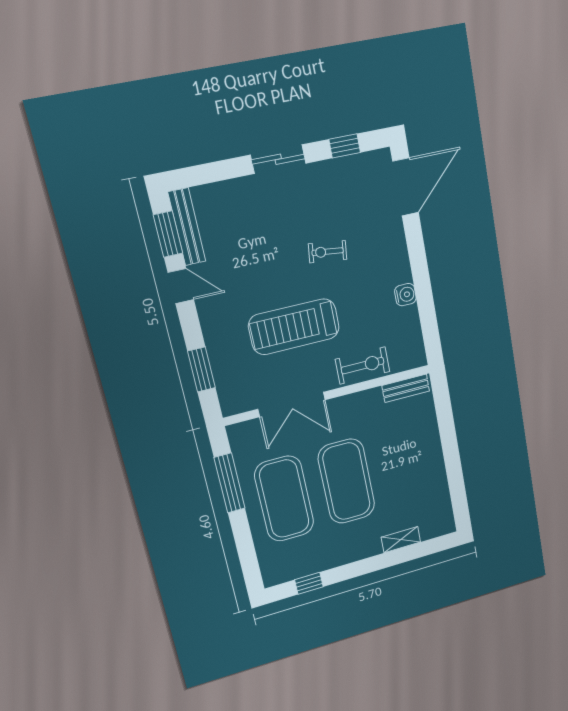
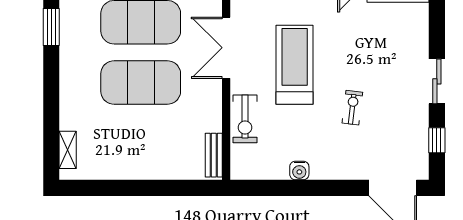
shelving: (401, 540) -> (68, 150), moved
window: (309, 583) -> (51, 27), width x1.50

